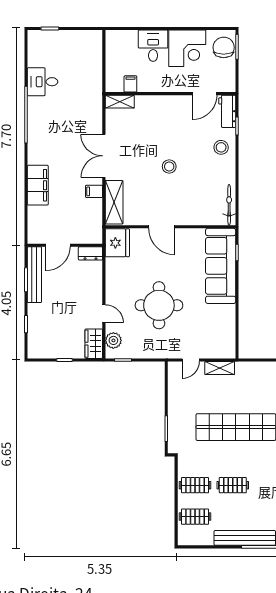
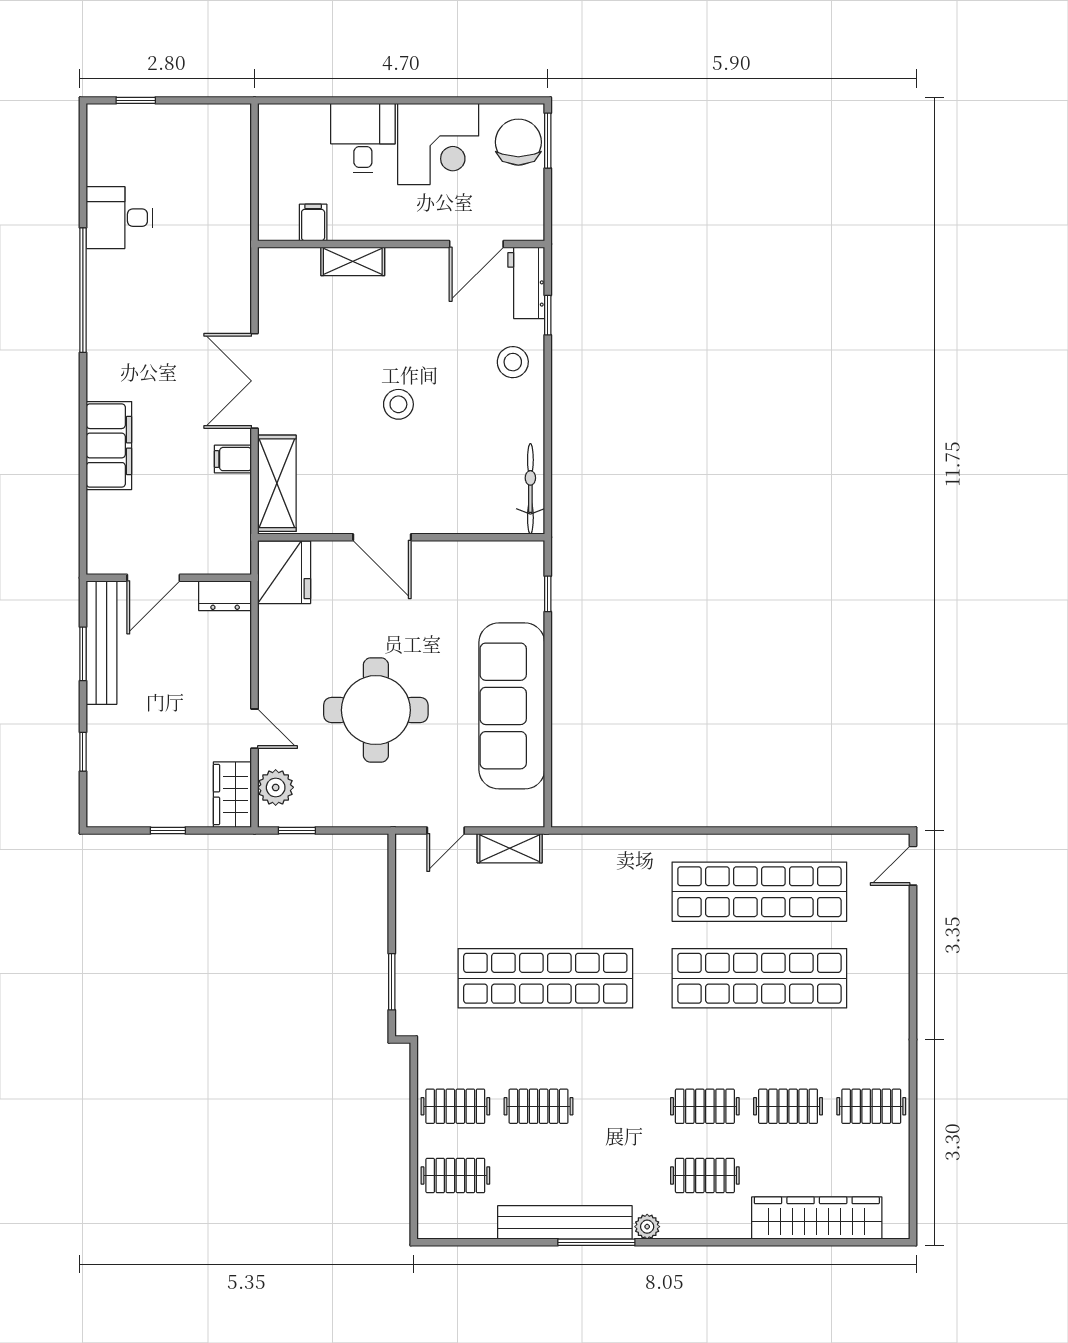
shelving: (120, 102) -> (353, 261), moved
sofa: (221, 266) -> (512, 706), moved

